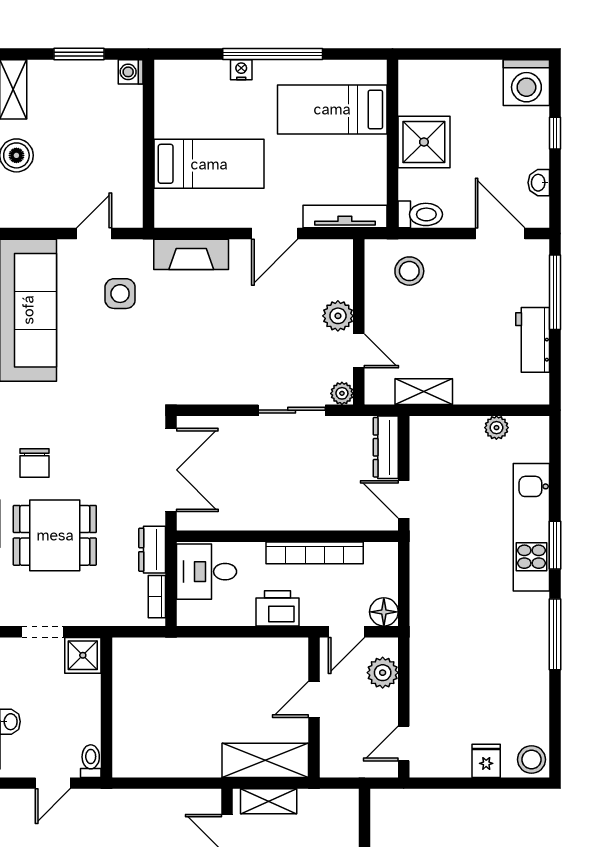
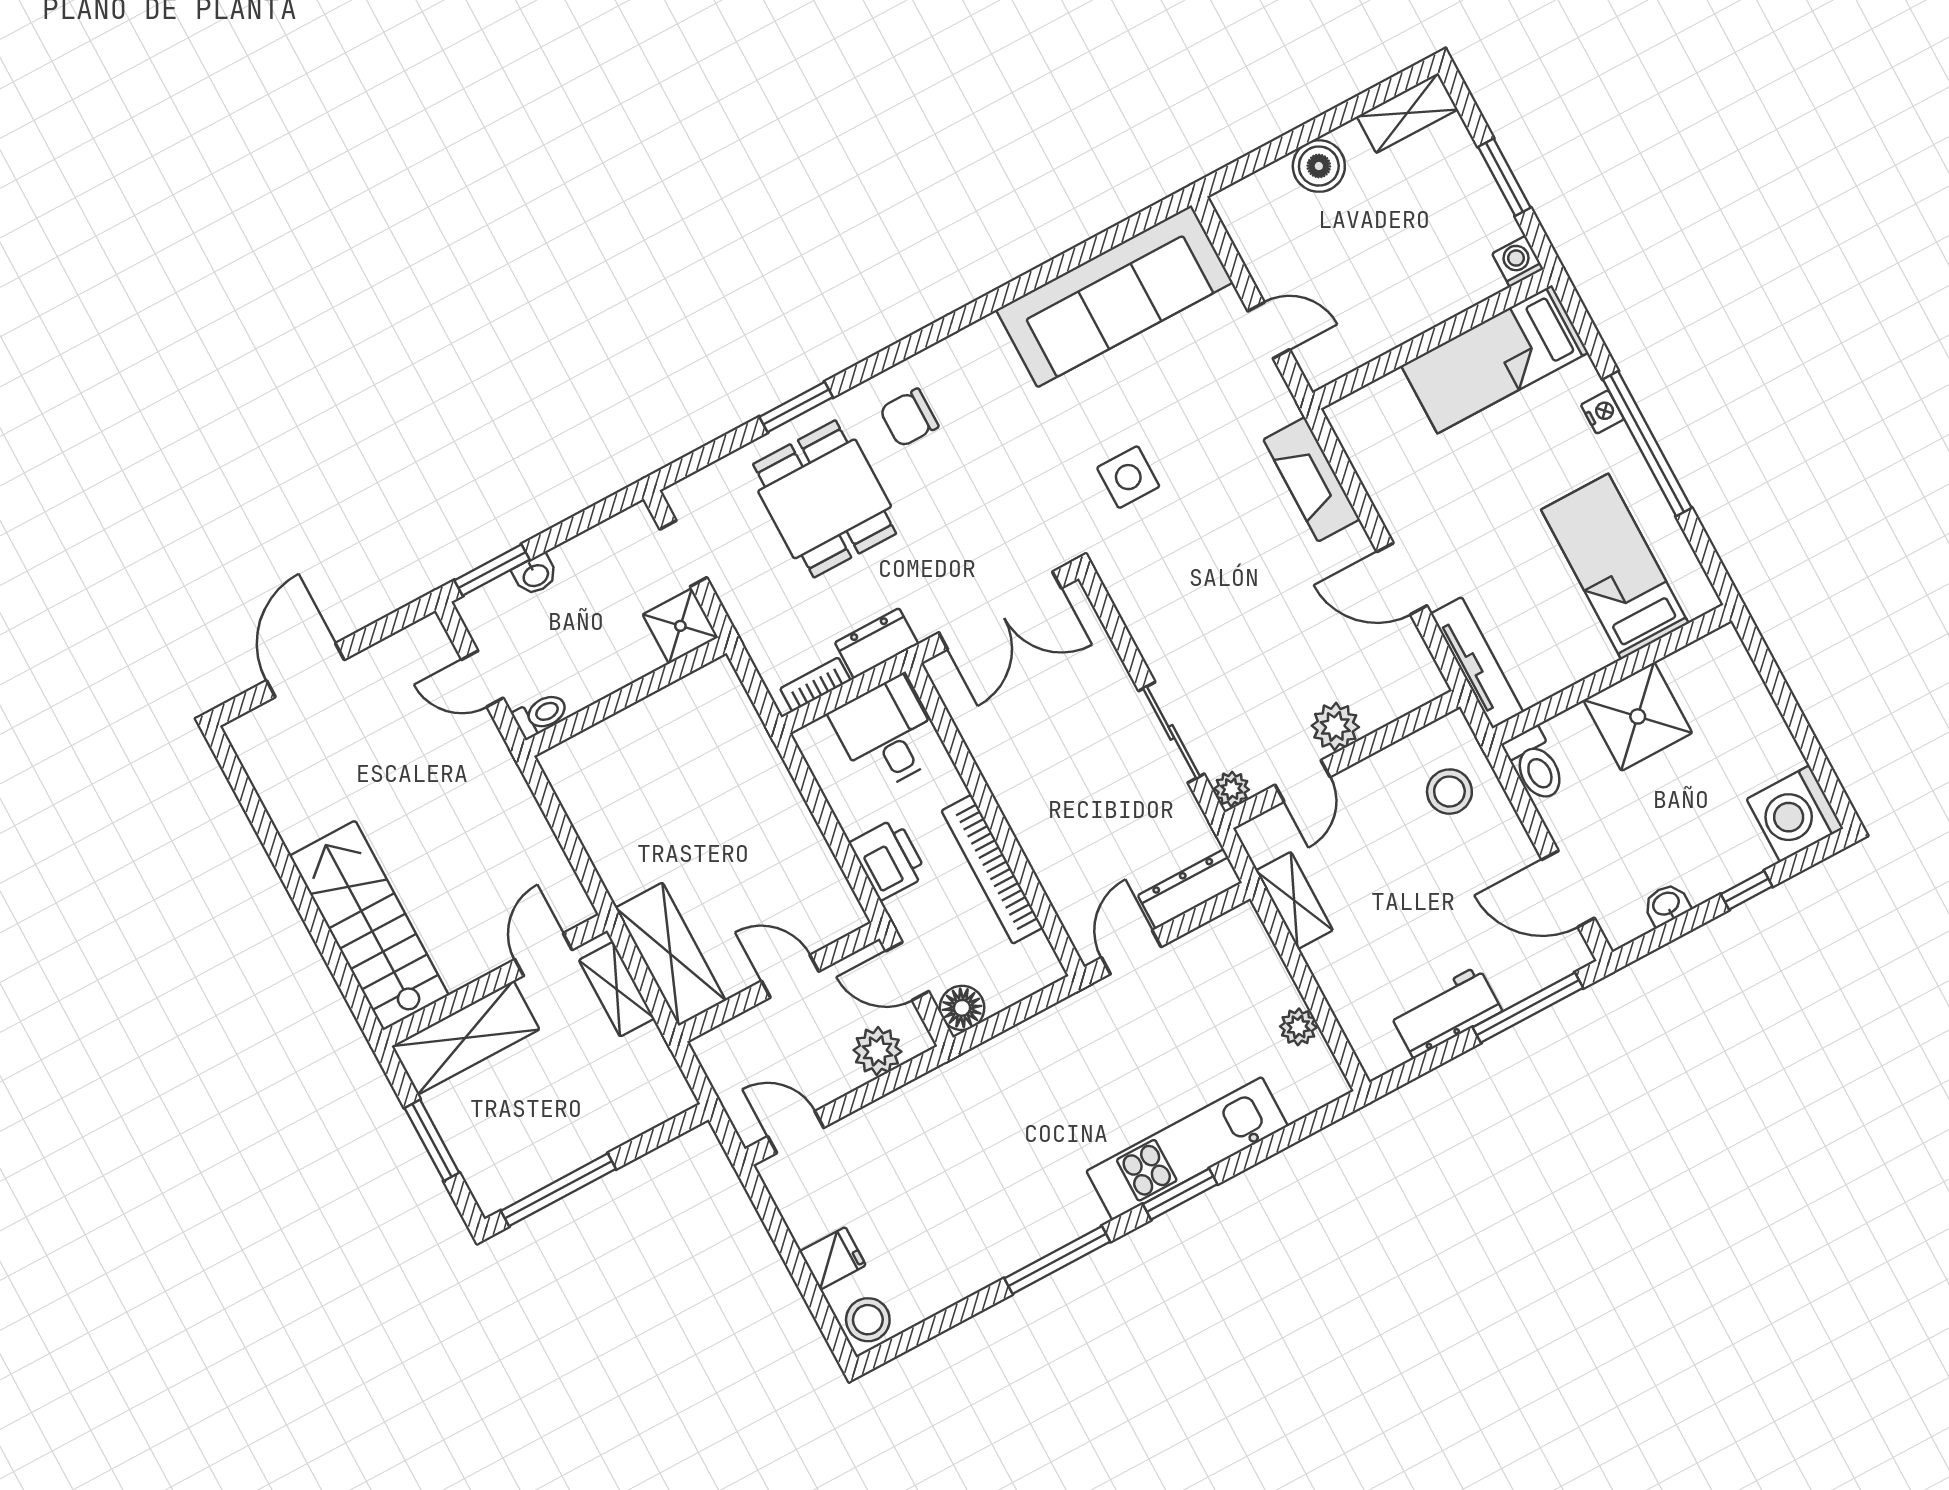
bed: (209, 164) -> (1495, 359), moved, turned 90
door: (500, 233) -> (1568, 889), swing flipped
side table: (120, 294) -> (1128, 477), moved

